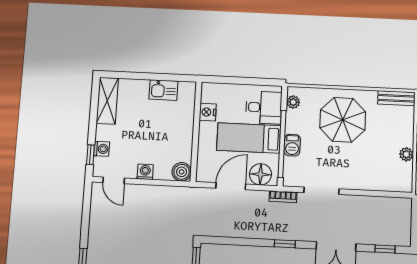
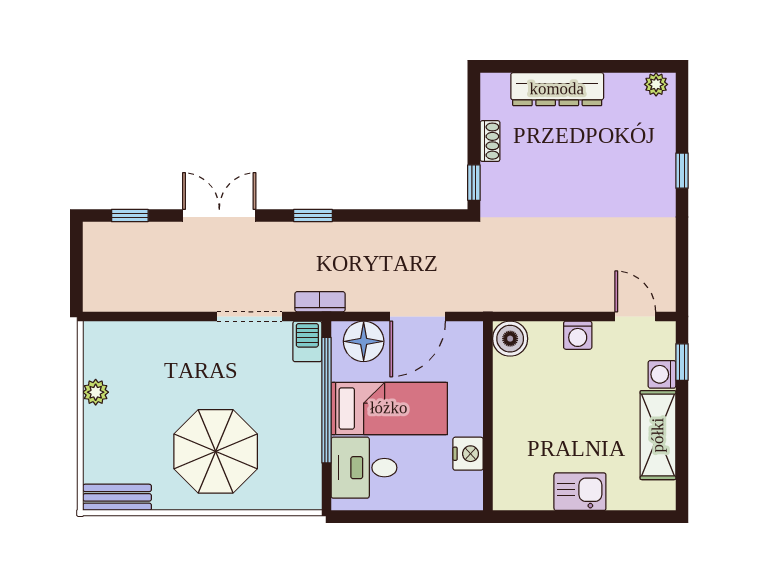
kitchen sink: (163, 90) -> (580, 492), moved
shelving: (107, 101) -> (658, 435), moved
plant: (293, 102) -> (309, 481), removed
barbecue: (292, 145) -> (307, 341), moved

